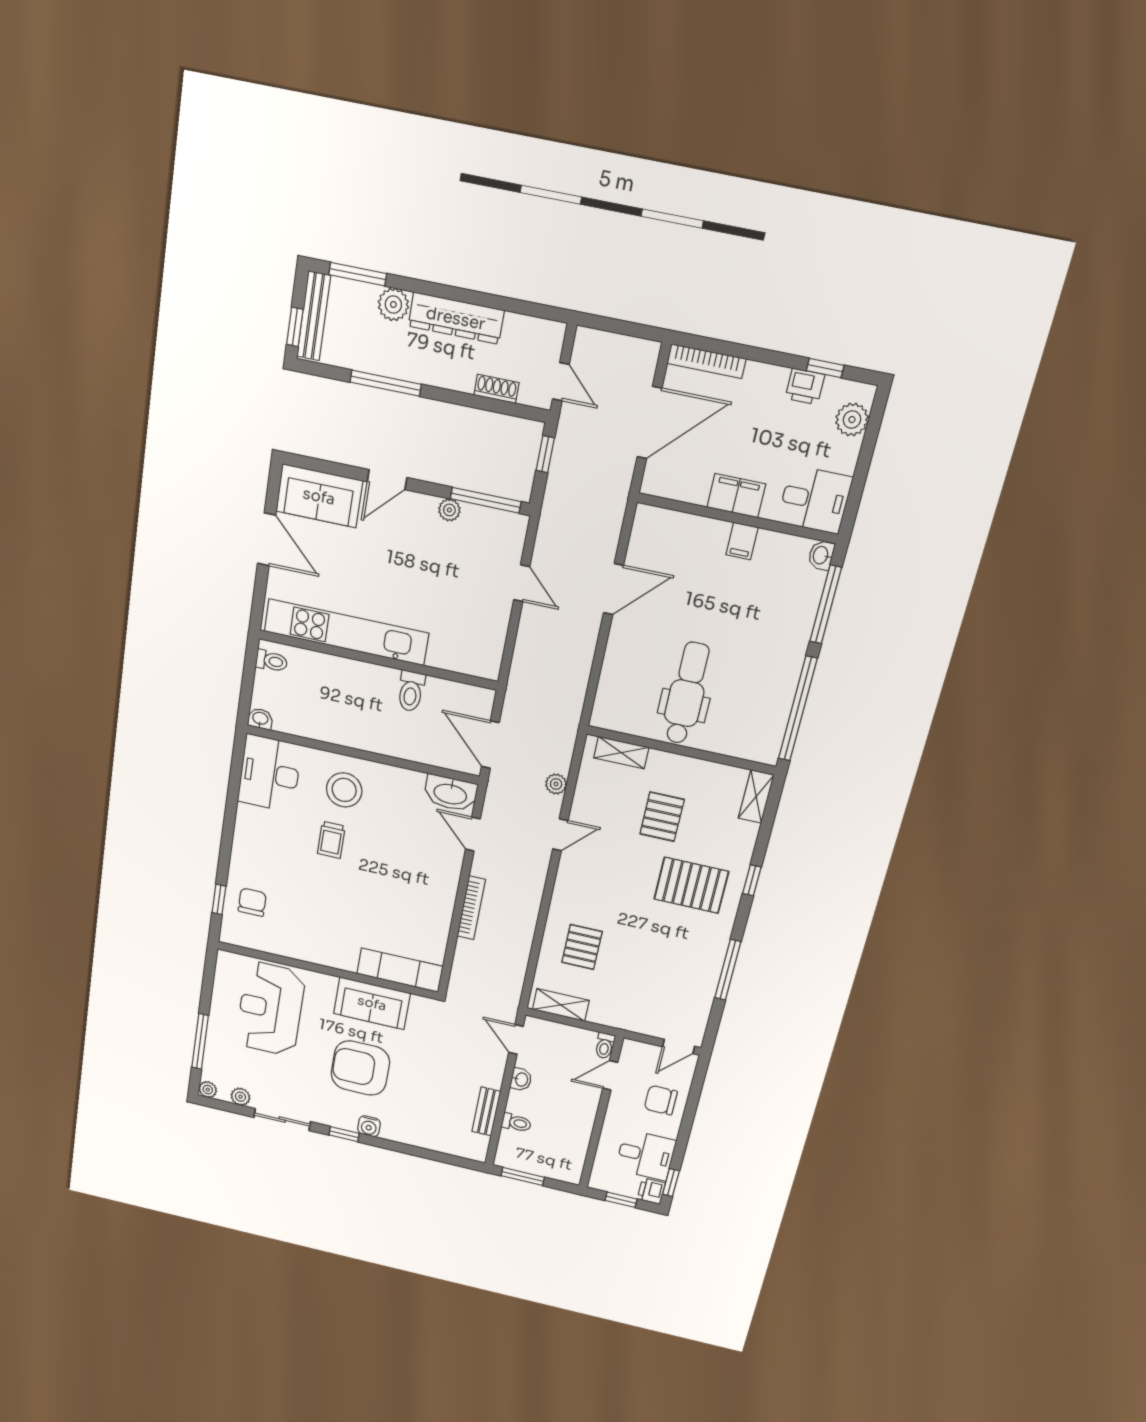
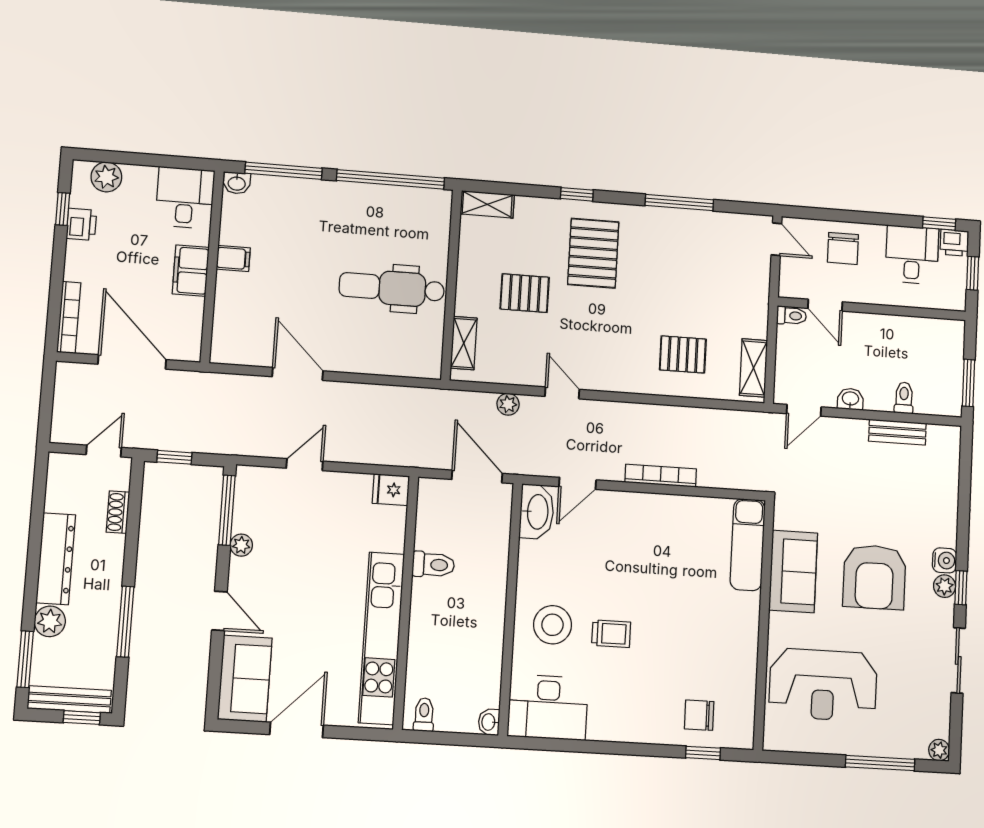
fridge: (487, 662) -> (391, 490), added
door: (490, 745) -> (477, 476), swing flipped
plant: (240, 1097) -> (945, 586), moved

